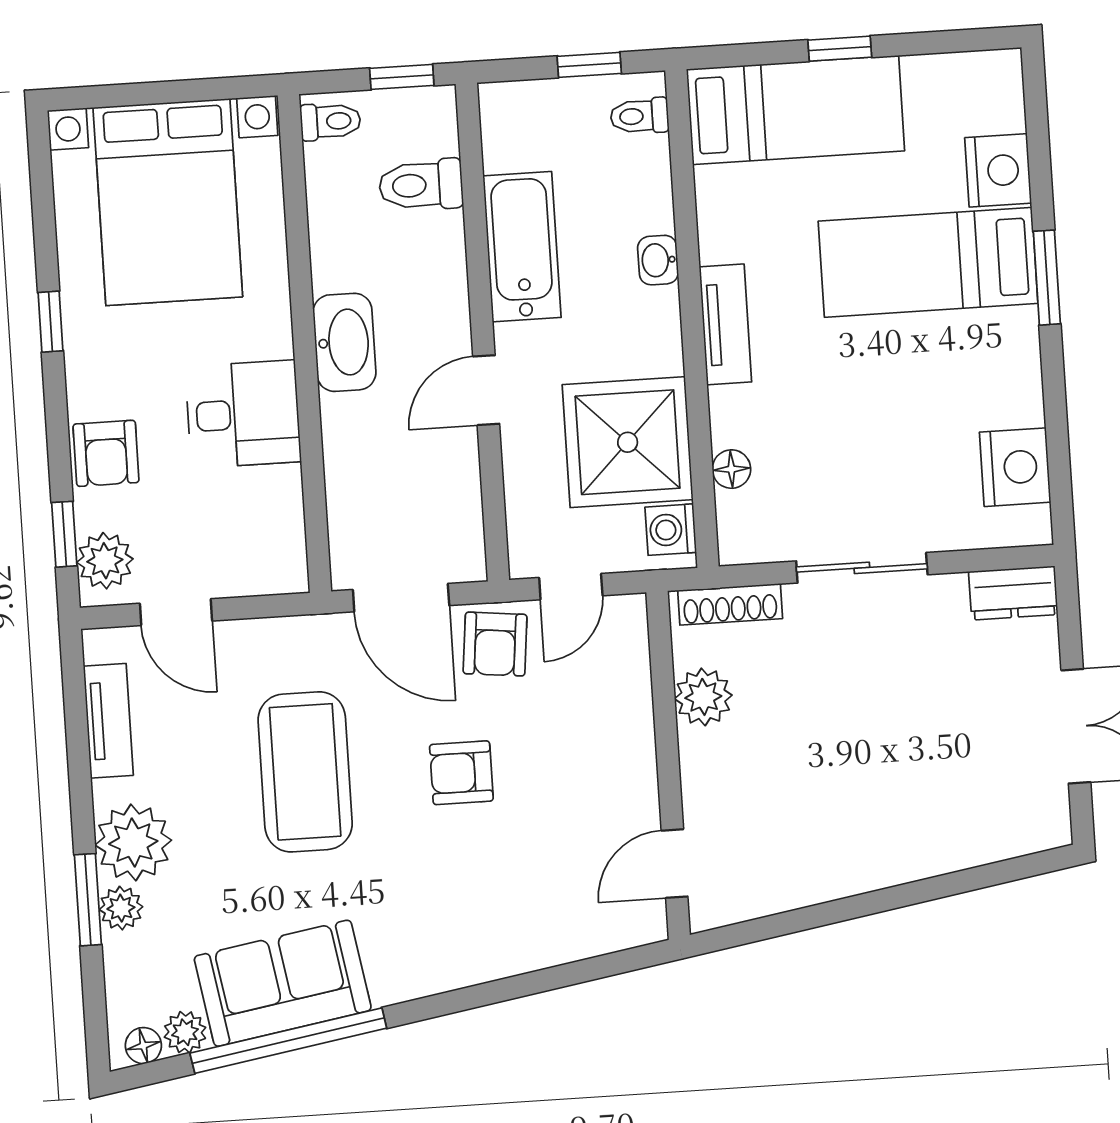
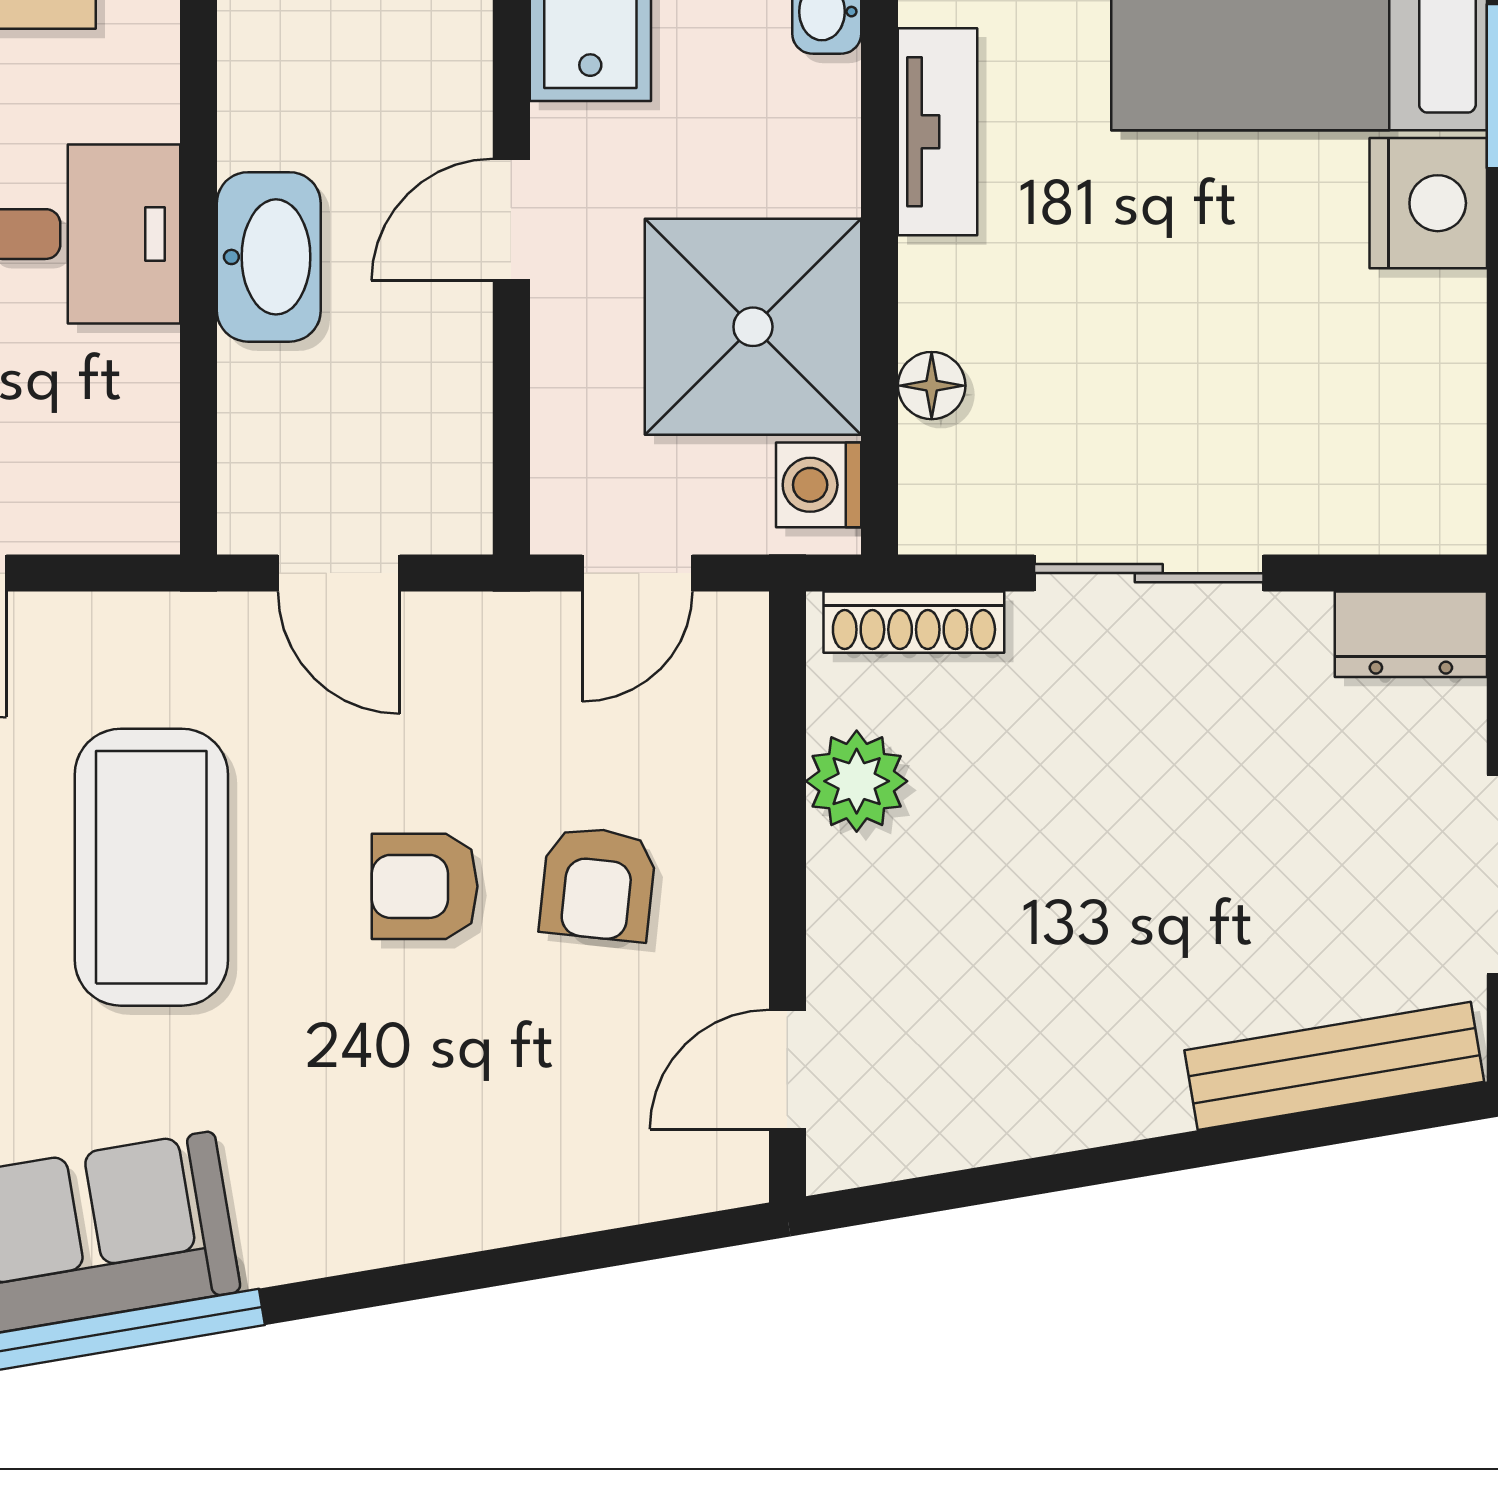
washbasin: (344, 342) -> (269, 257), moved
nightstand: (1015, 467) -> (1428, 203), moved
door: (401, 598) -> (339, 573), width x0.73
armchair: (495, 644) -> (598, 884), moved
bench: (986, 841) -> (1334, 1066), added

